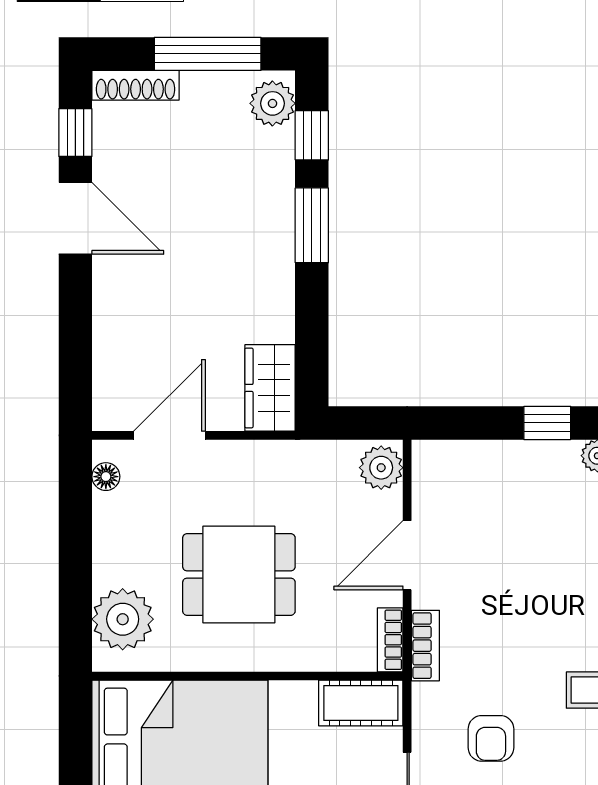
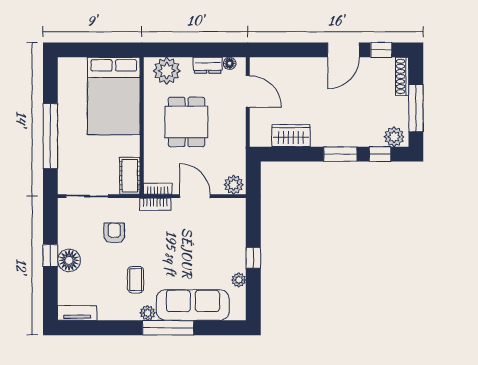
wardrobe: (270, 388) -> (291, 136), moved
dresser: (110, 526) -> (208, 65), added
armchair: (491, 738) -> (114, 233), turned 90

